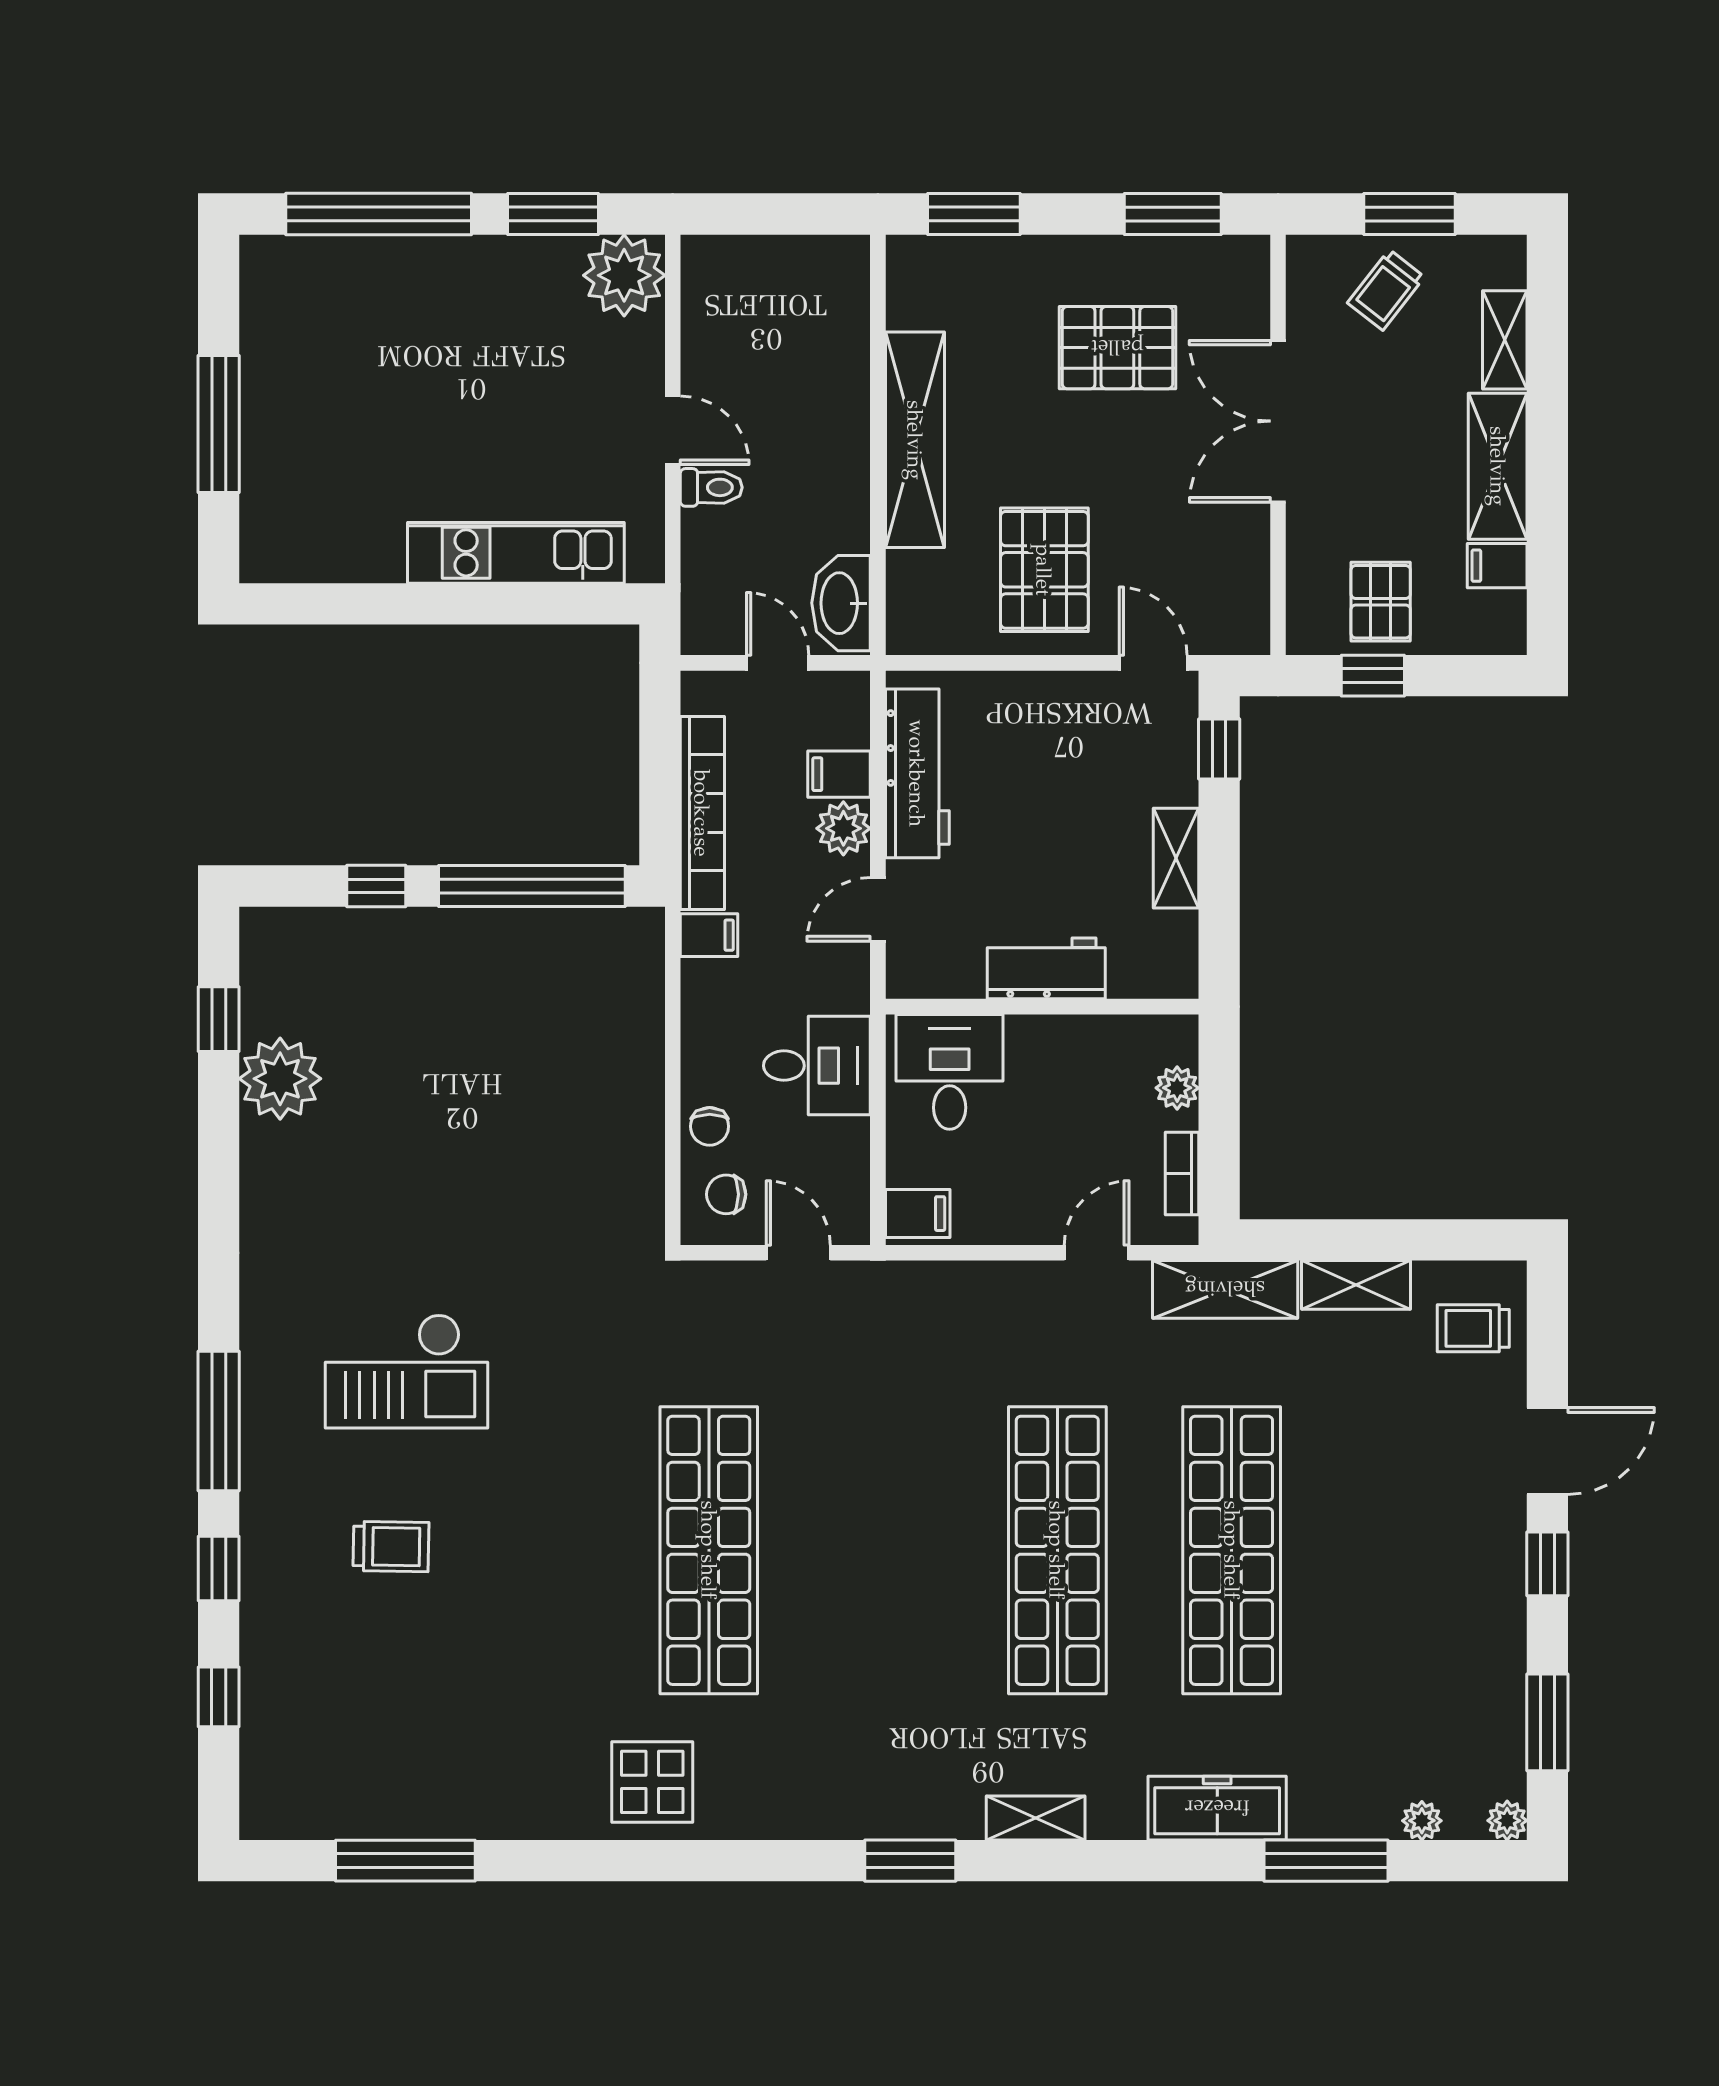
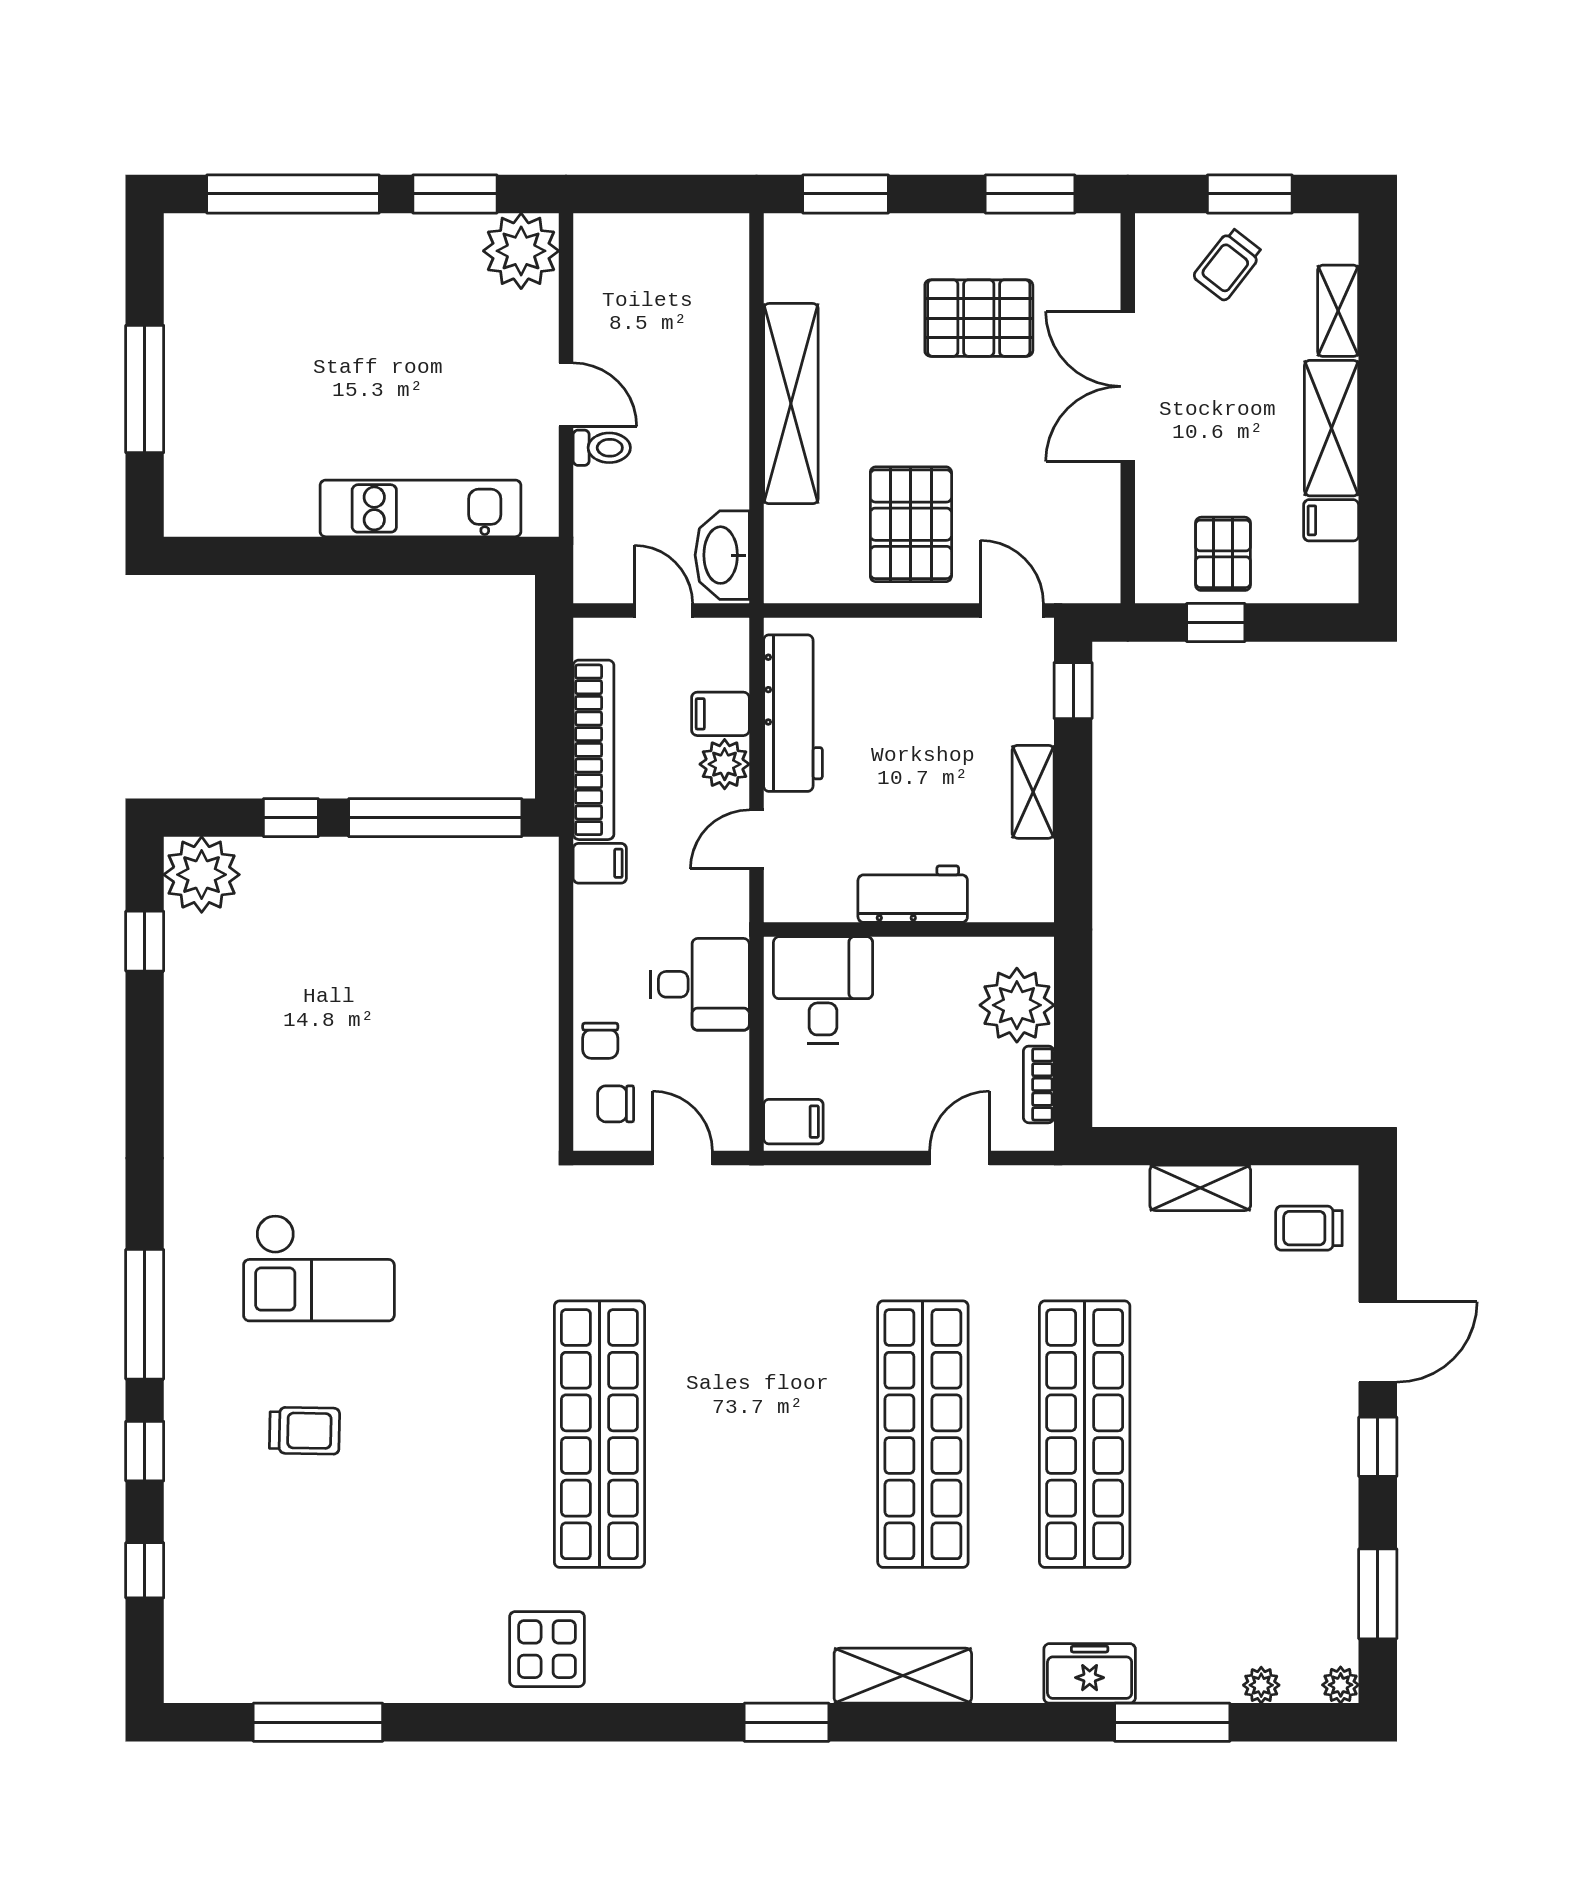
plant: (280, 1079) -> (202, 875), moved
plant: (1177, 1088) -> (1017, 1005), width x1.87, depth x1.87
shelving: (1225, 1289) -> (1079, 1192), removed
freezer: (1217, 1808) -> (1090, 1673), width x0.71
shelving: (1036, 1818) -> (903, 1676), width x1.50, depth x1.33

